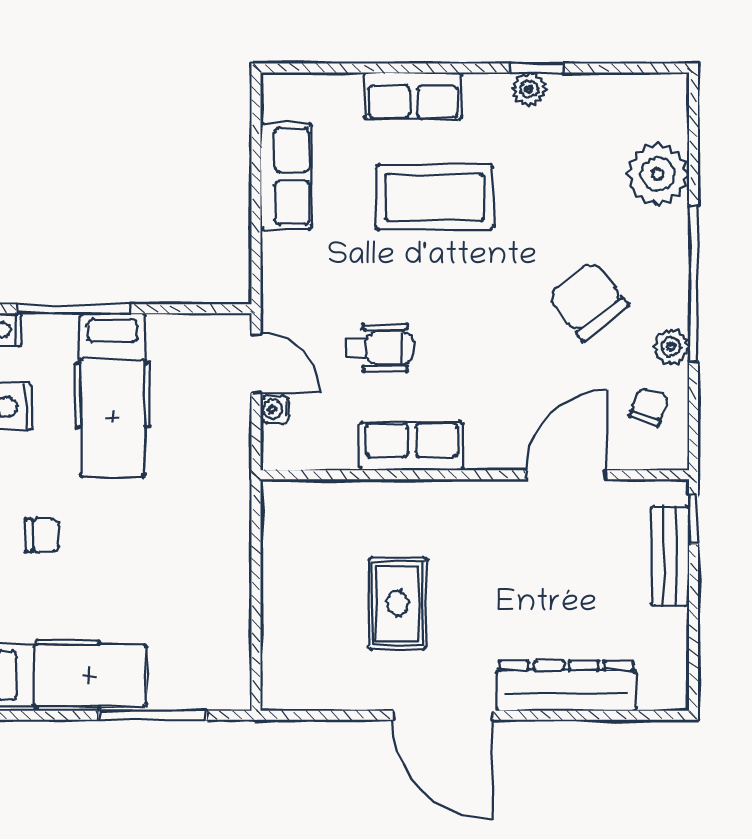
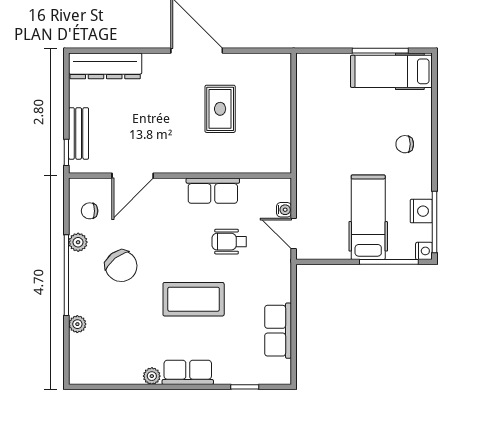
window: (537, 68) -> (245, 387), moved
row of seats: (413, 96) -> (188, 372), moved
plant: (658, 174) -> (77, 324), width x0.53, depth x0.53
coffee table: (435, 197) -> (194, 299), moved
chair: (649, 407) -> (90, 211), turned 71
dresser: (566, 686) -> (105, 66), moved
window: (153, 715) -> (380, 51), moved

